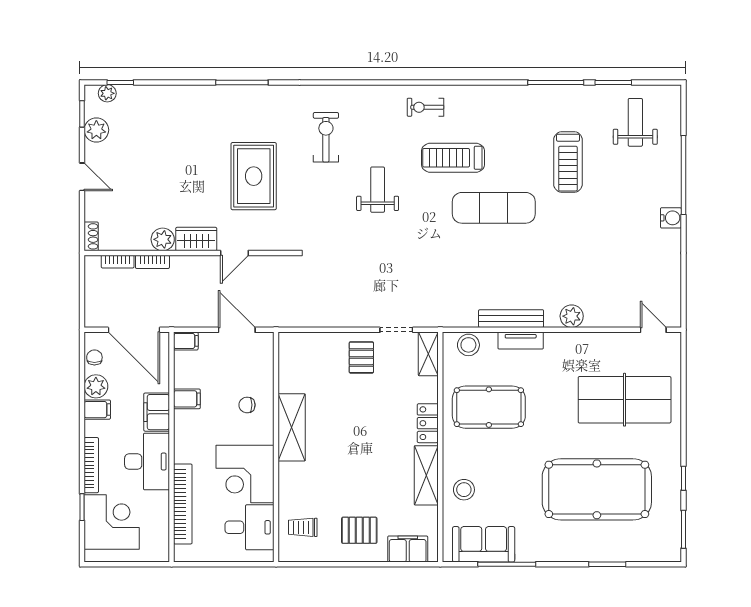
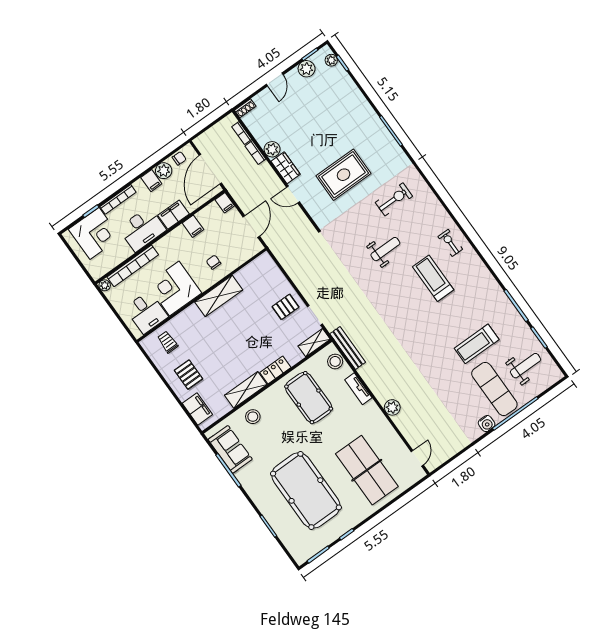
exercise mat: (494, 208) -> (494, 389), moved
bench: (511, 319) -> (348, 348), moved
plant: (182, 554) -> (105, 285), added

